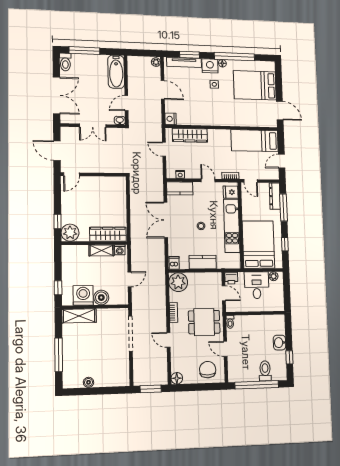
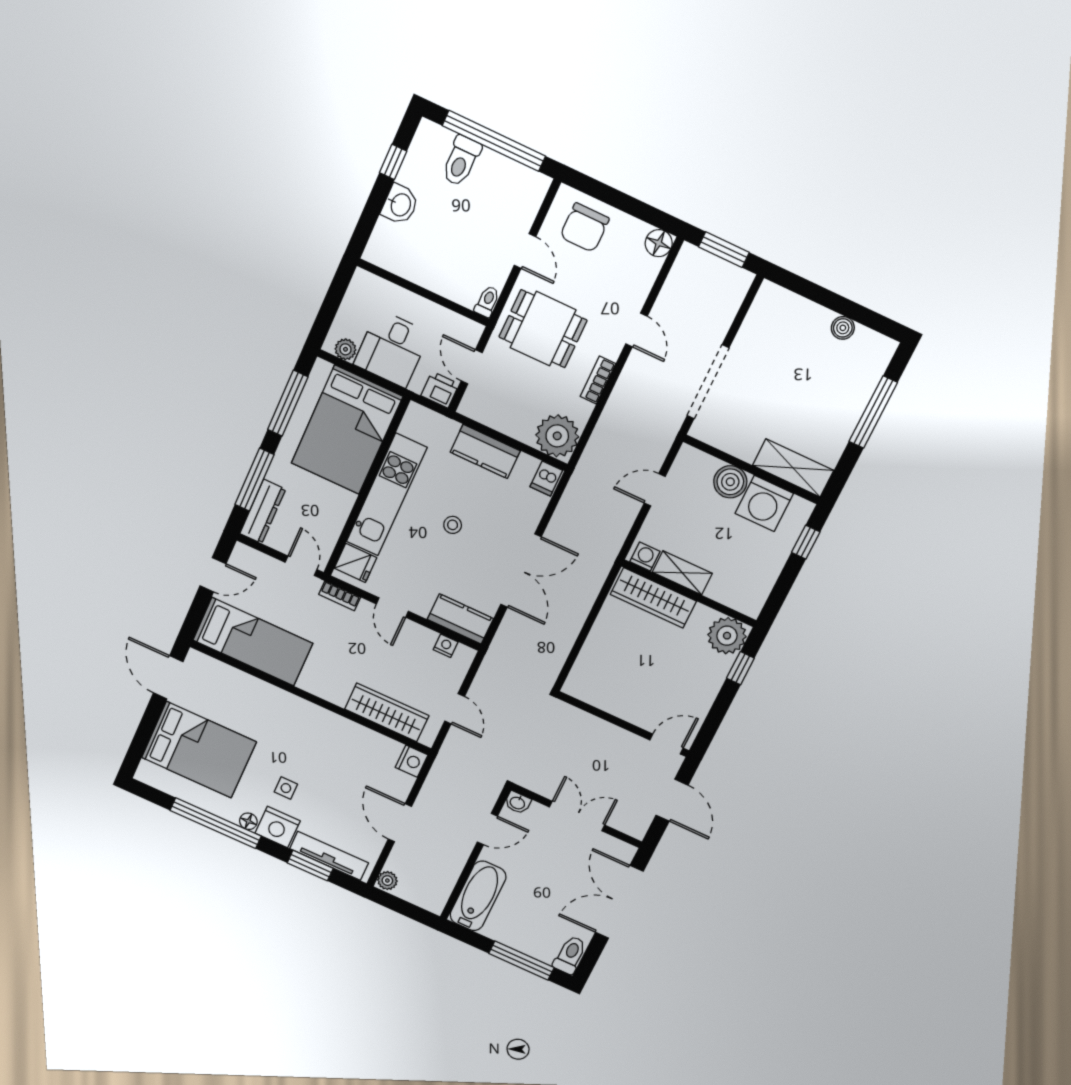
window: (285, 244) -> (288, 403), width x2.17

